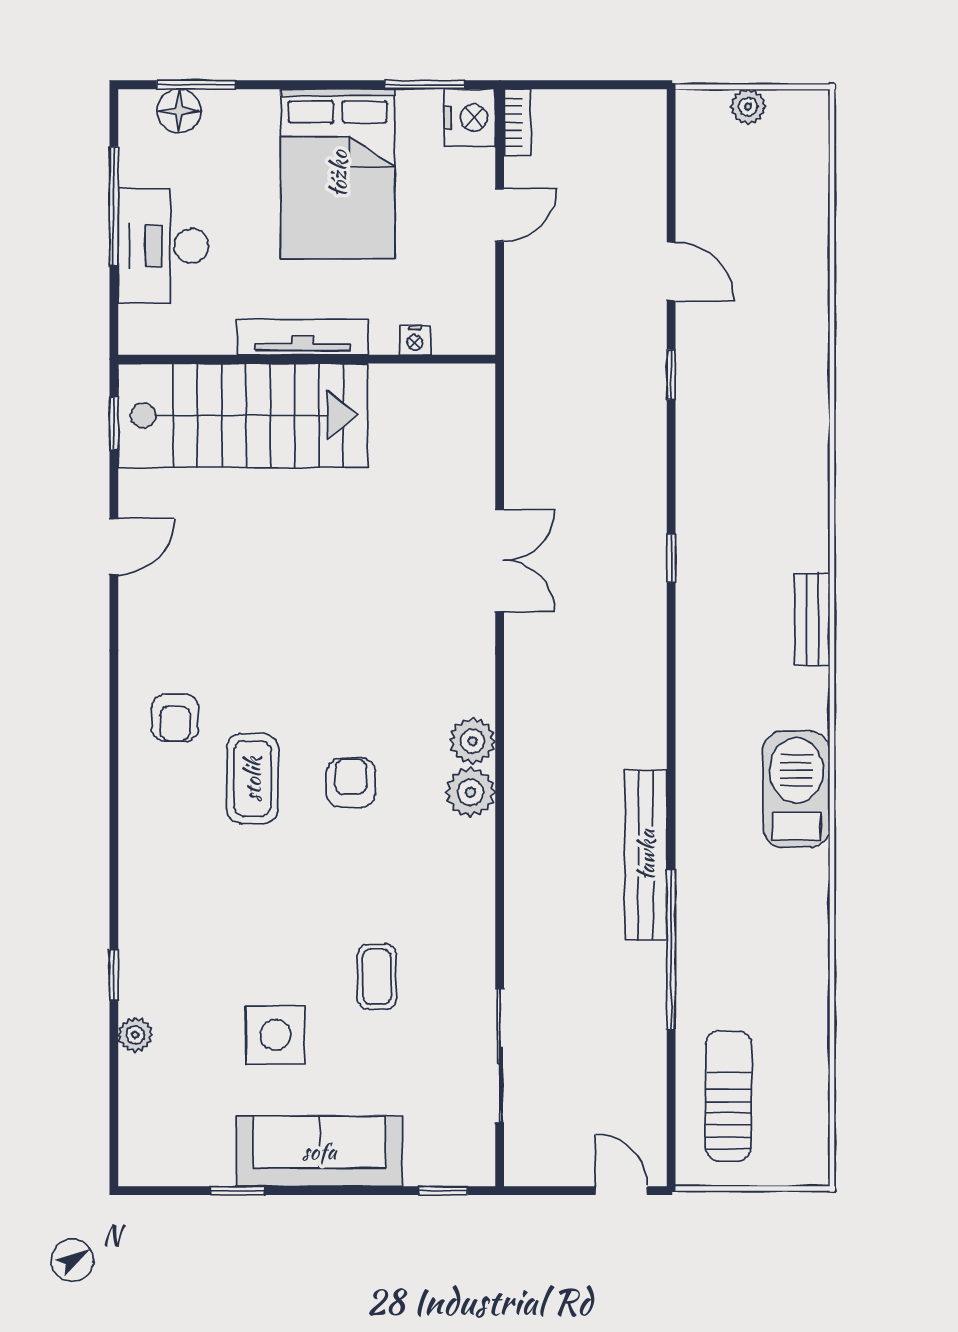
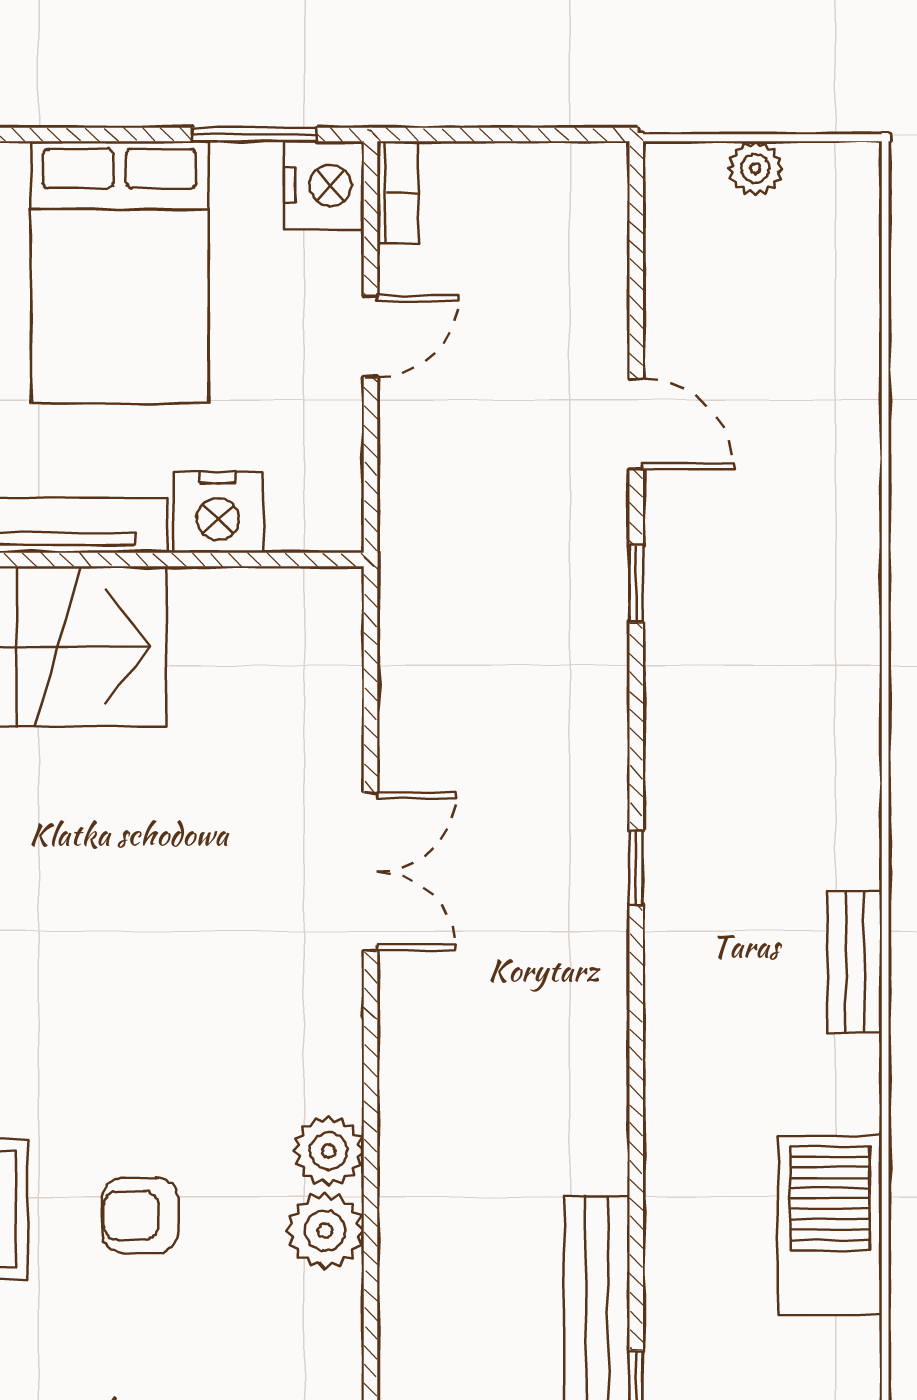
nightstand: (415, 340) -> (218, 512), width x1.89, depth x1.79
armchair: (351, 783) -> (140, 1216), turned -90

